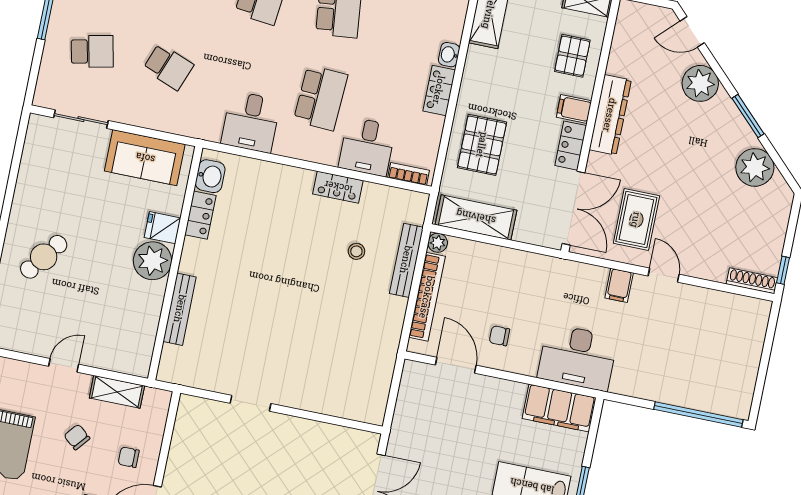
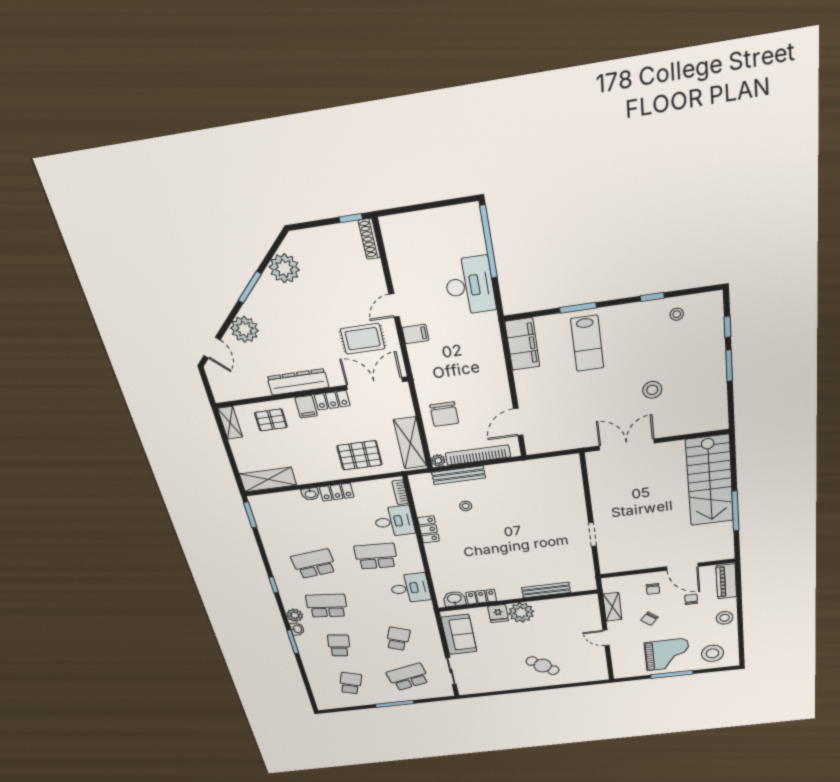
school desk: (92, 51) -> (408, 677), width x1.85
chair: (499, 336) -> (444, 414), moved, width x1.87, depth x1.87
desk: (578, 357) -> (470, 286), moved

